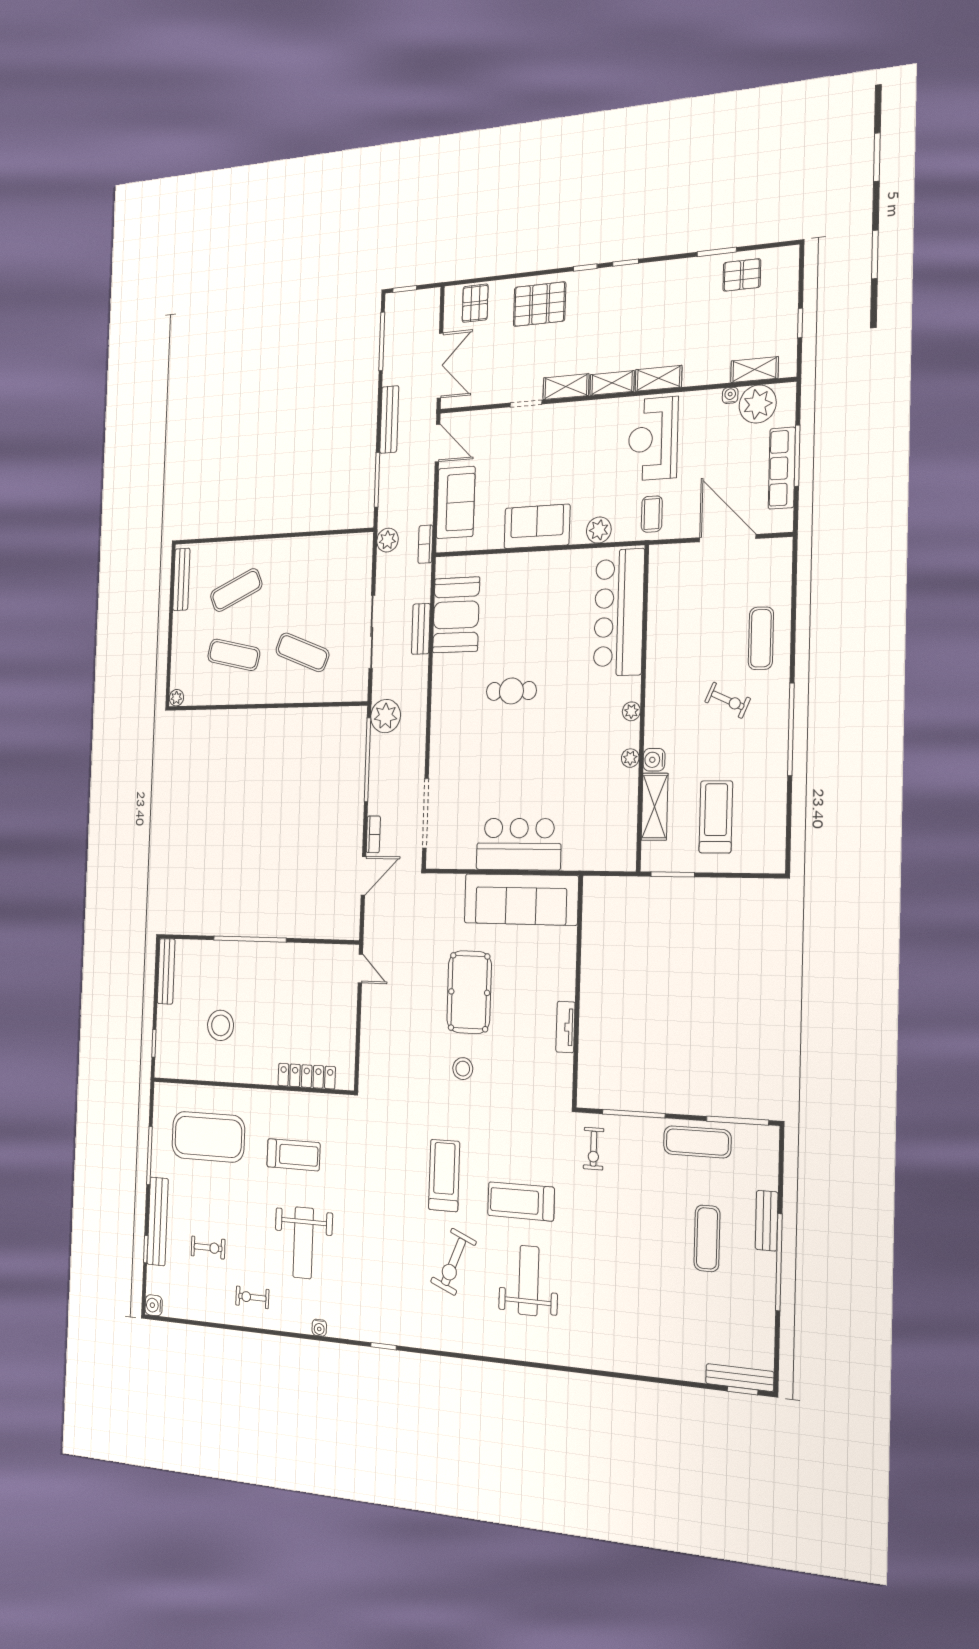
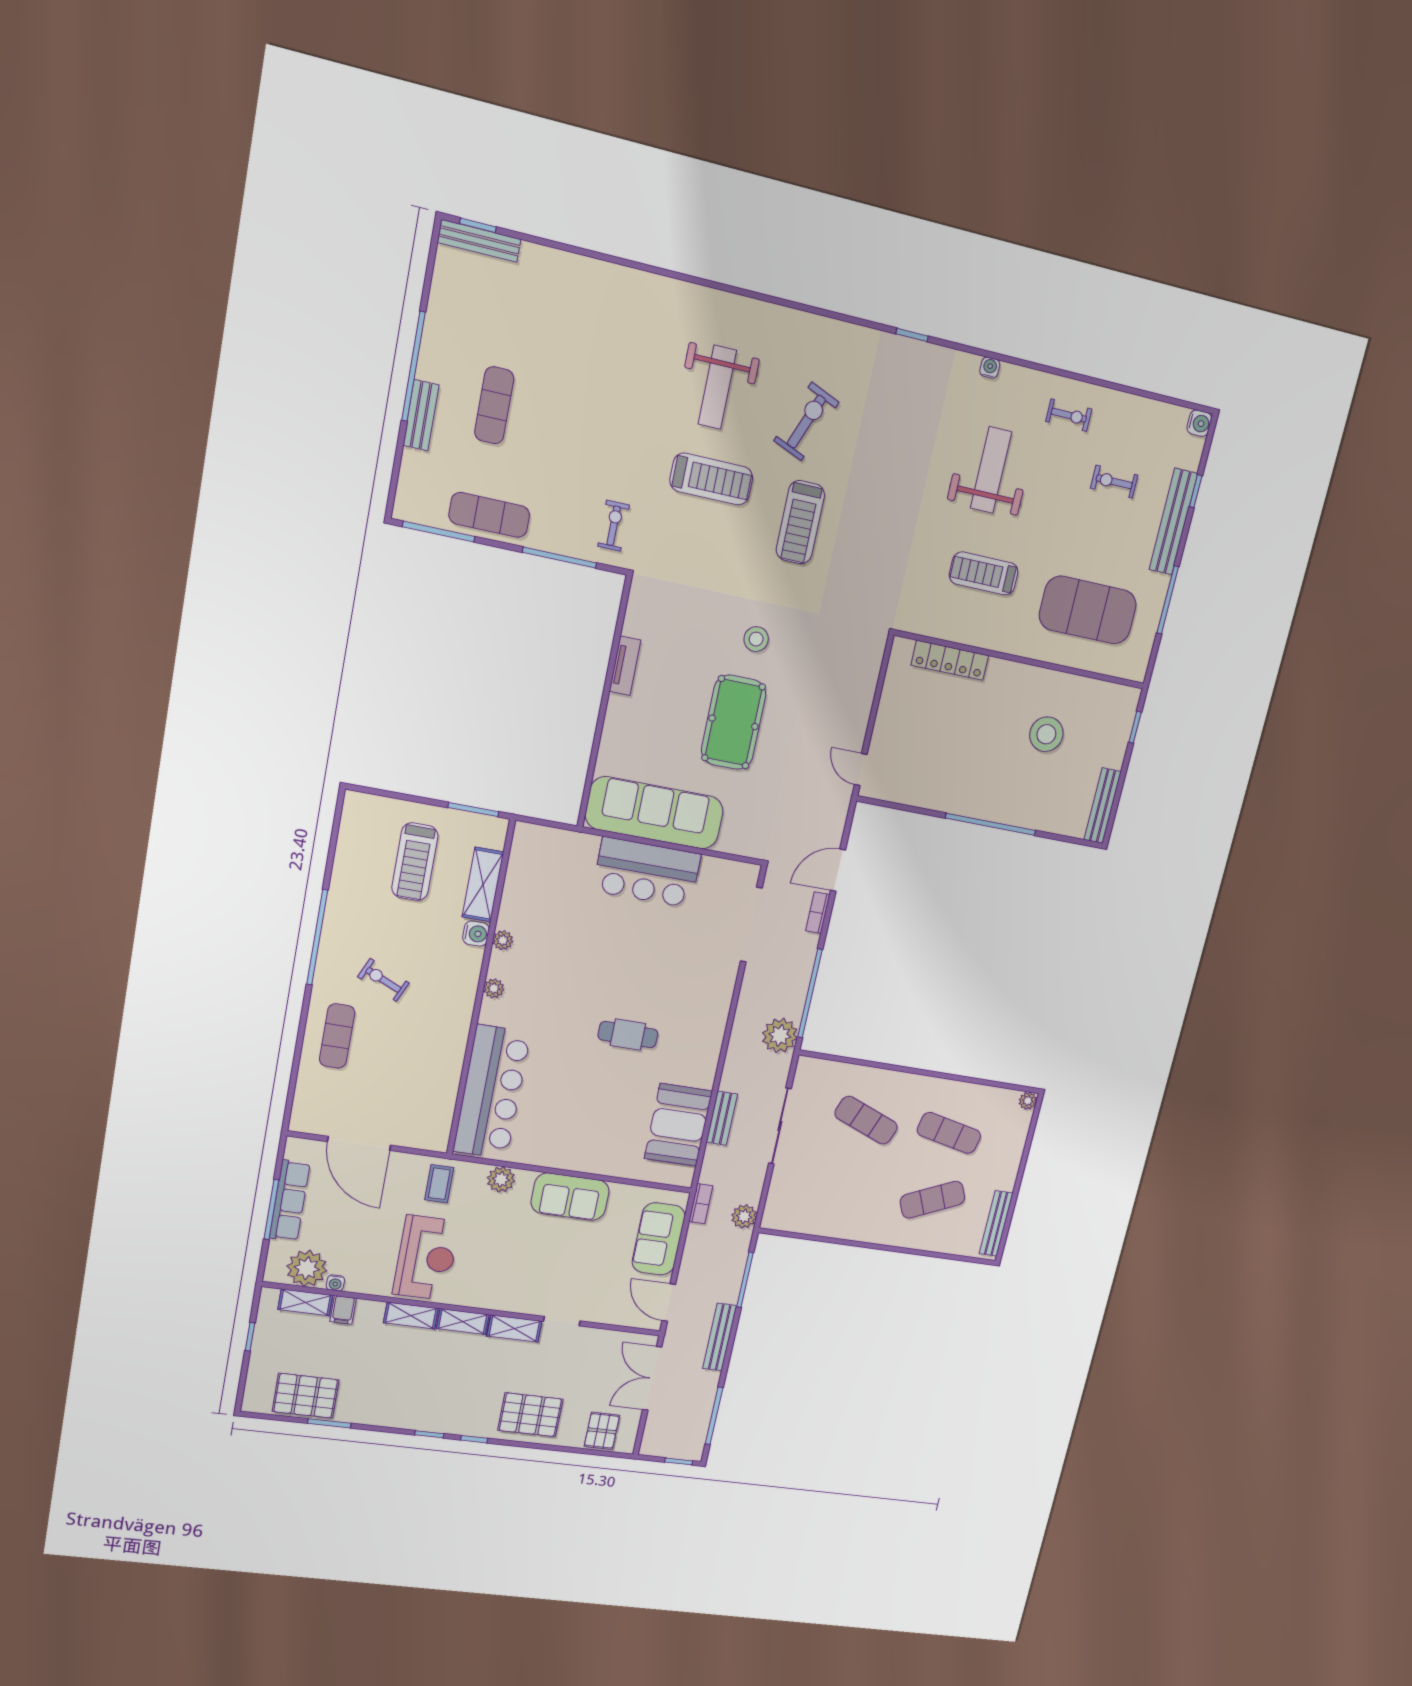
pallet: (742, 275) -> (306, 1396), width x1.50, depth x1.42
filing cabinet: (720, 370) -> (343, 1310), added

